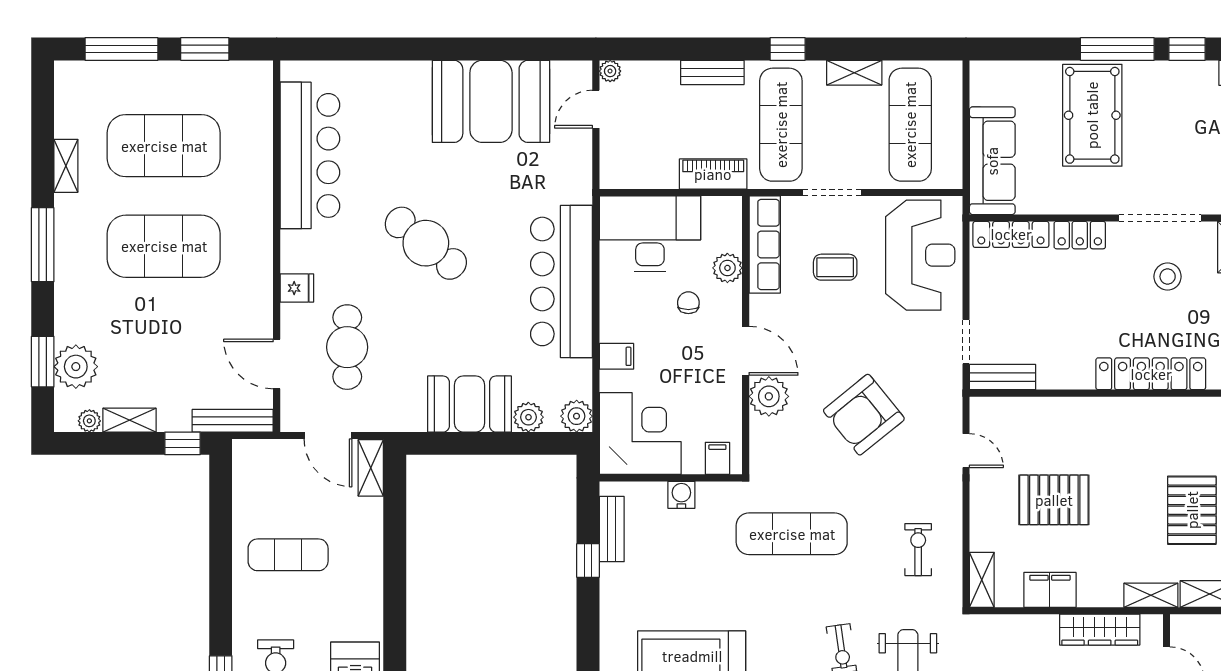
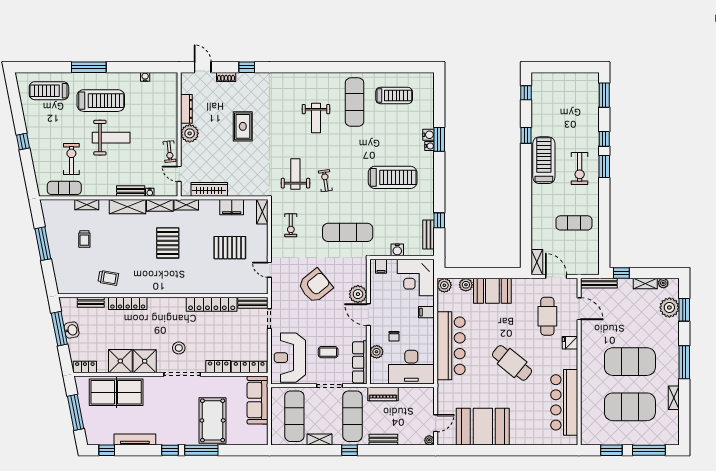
locker: (1151, 374) -> (212, 304), moved

